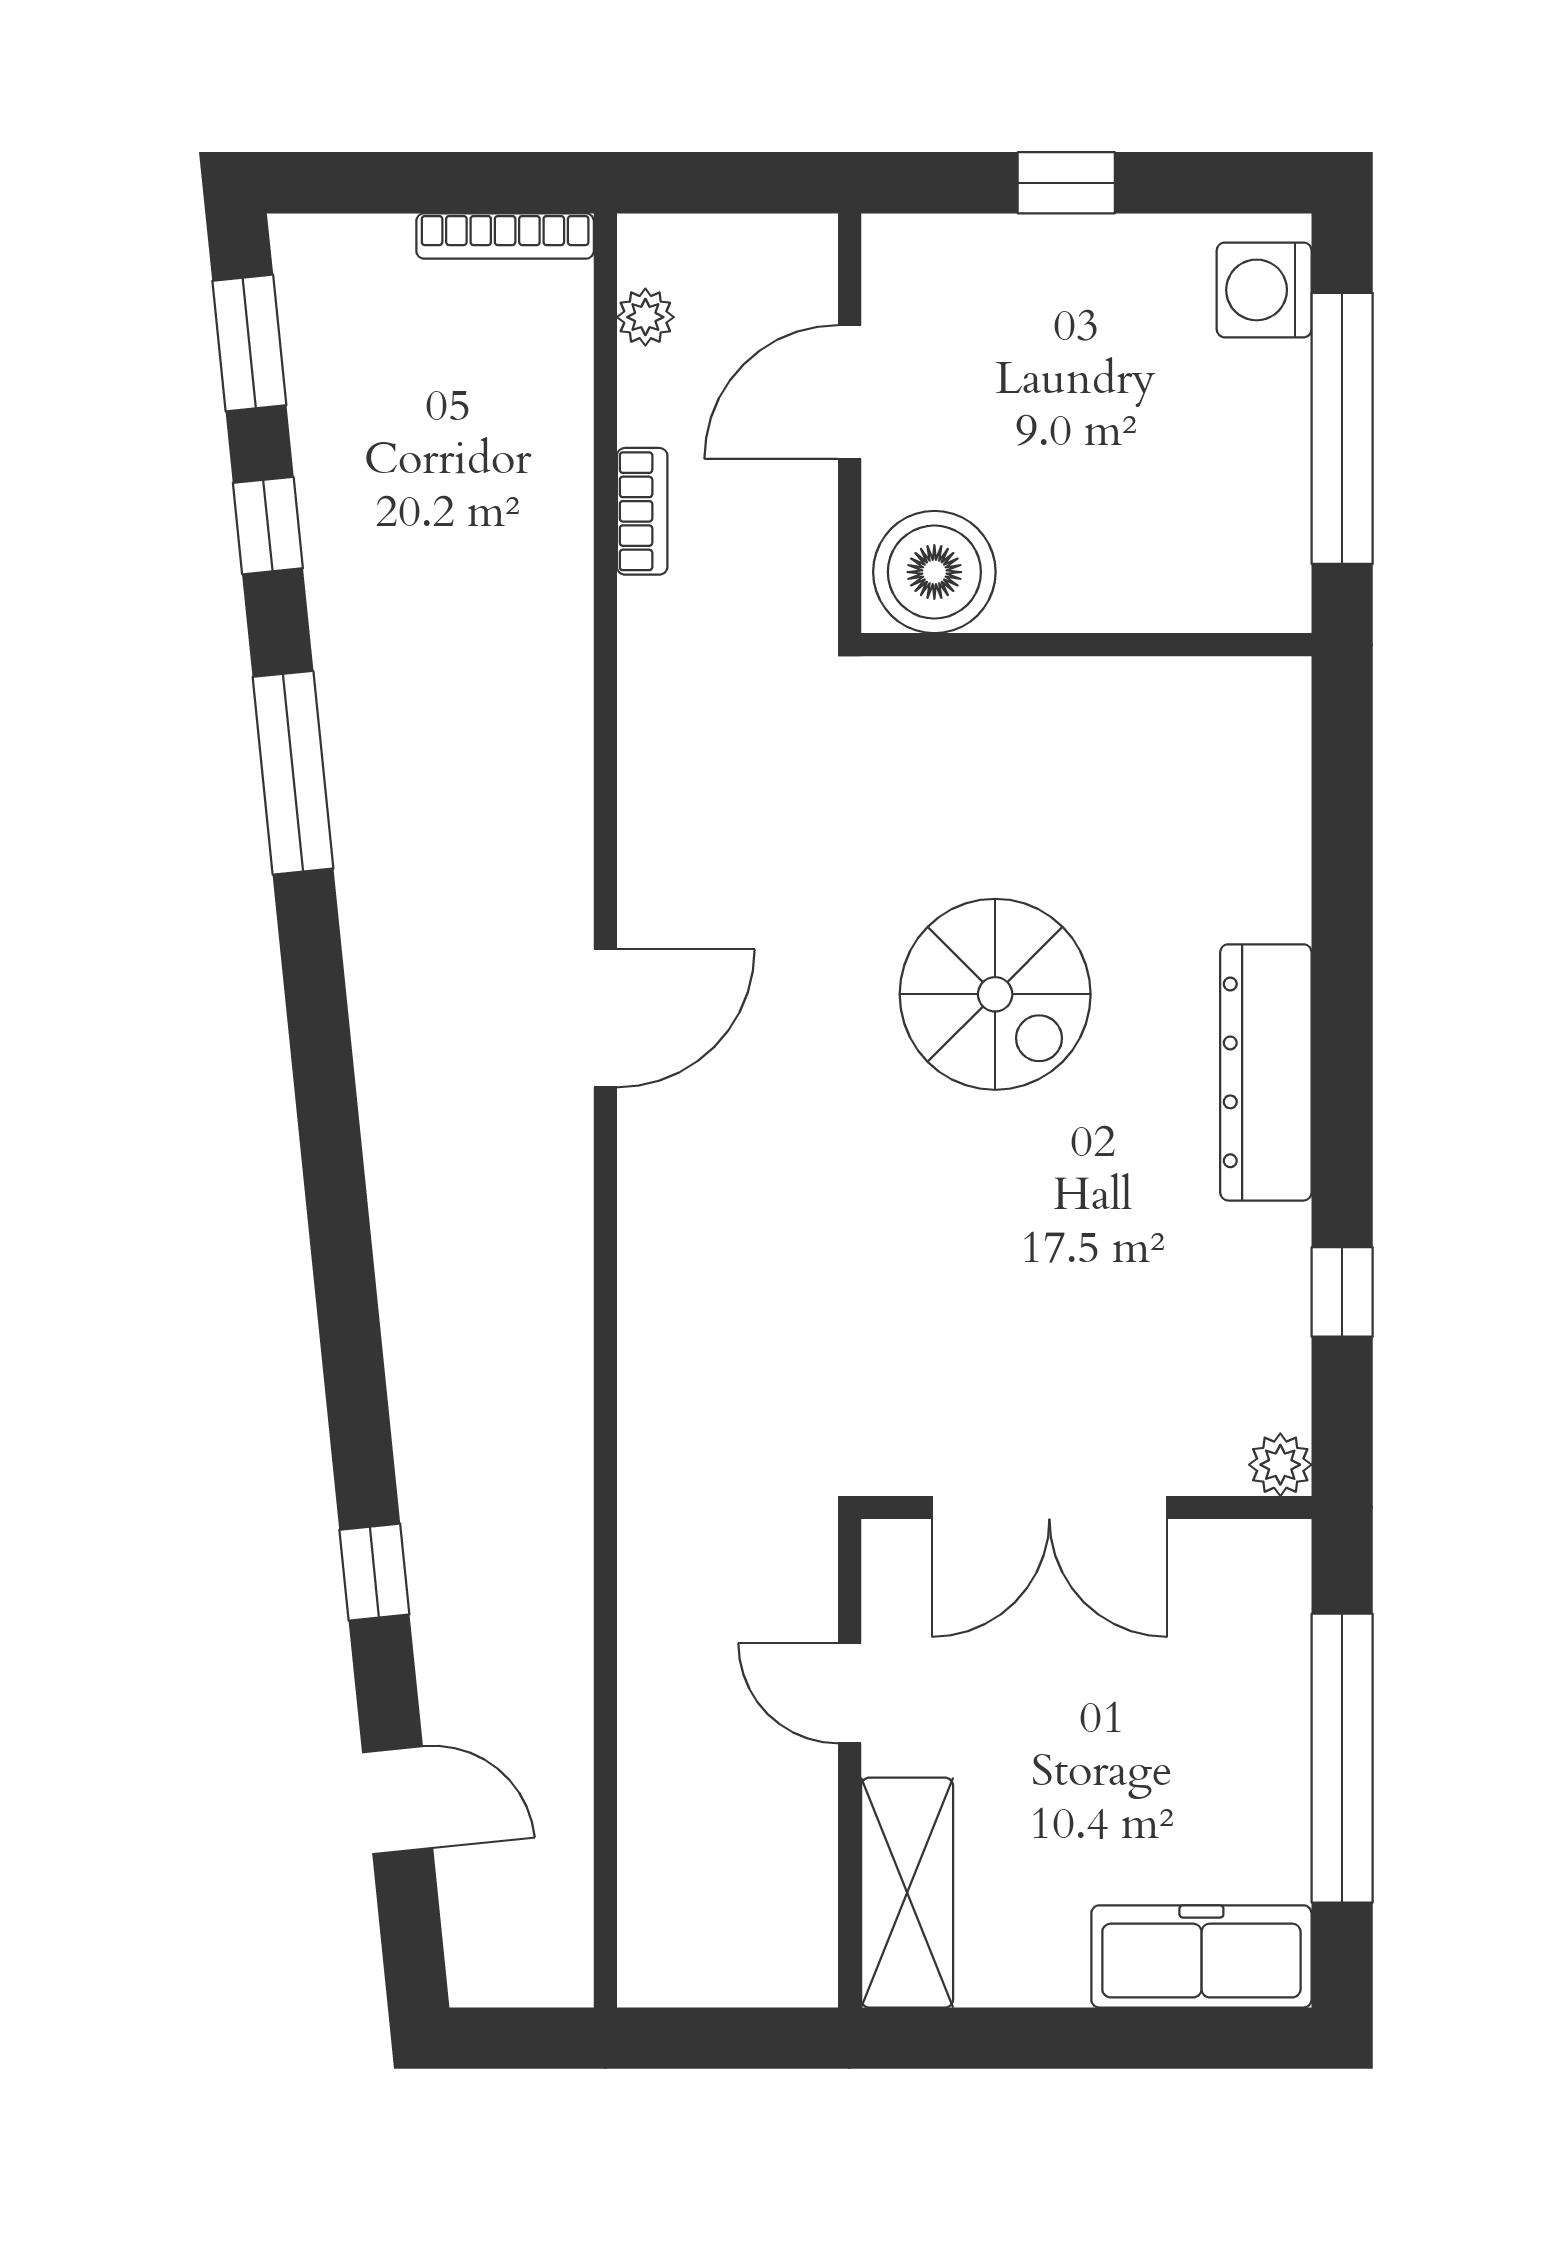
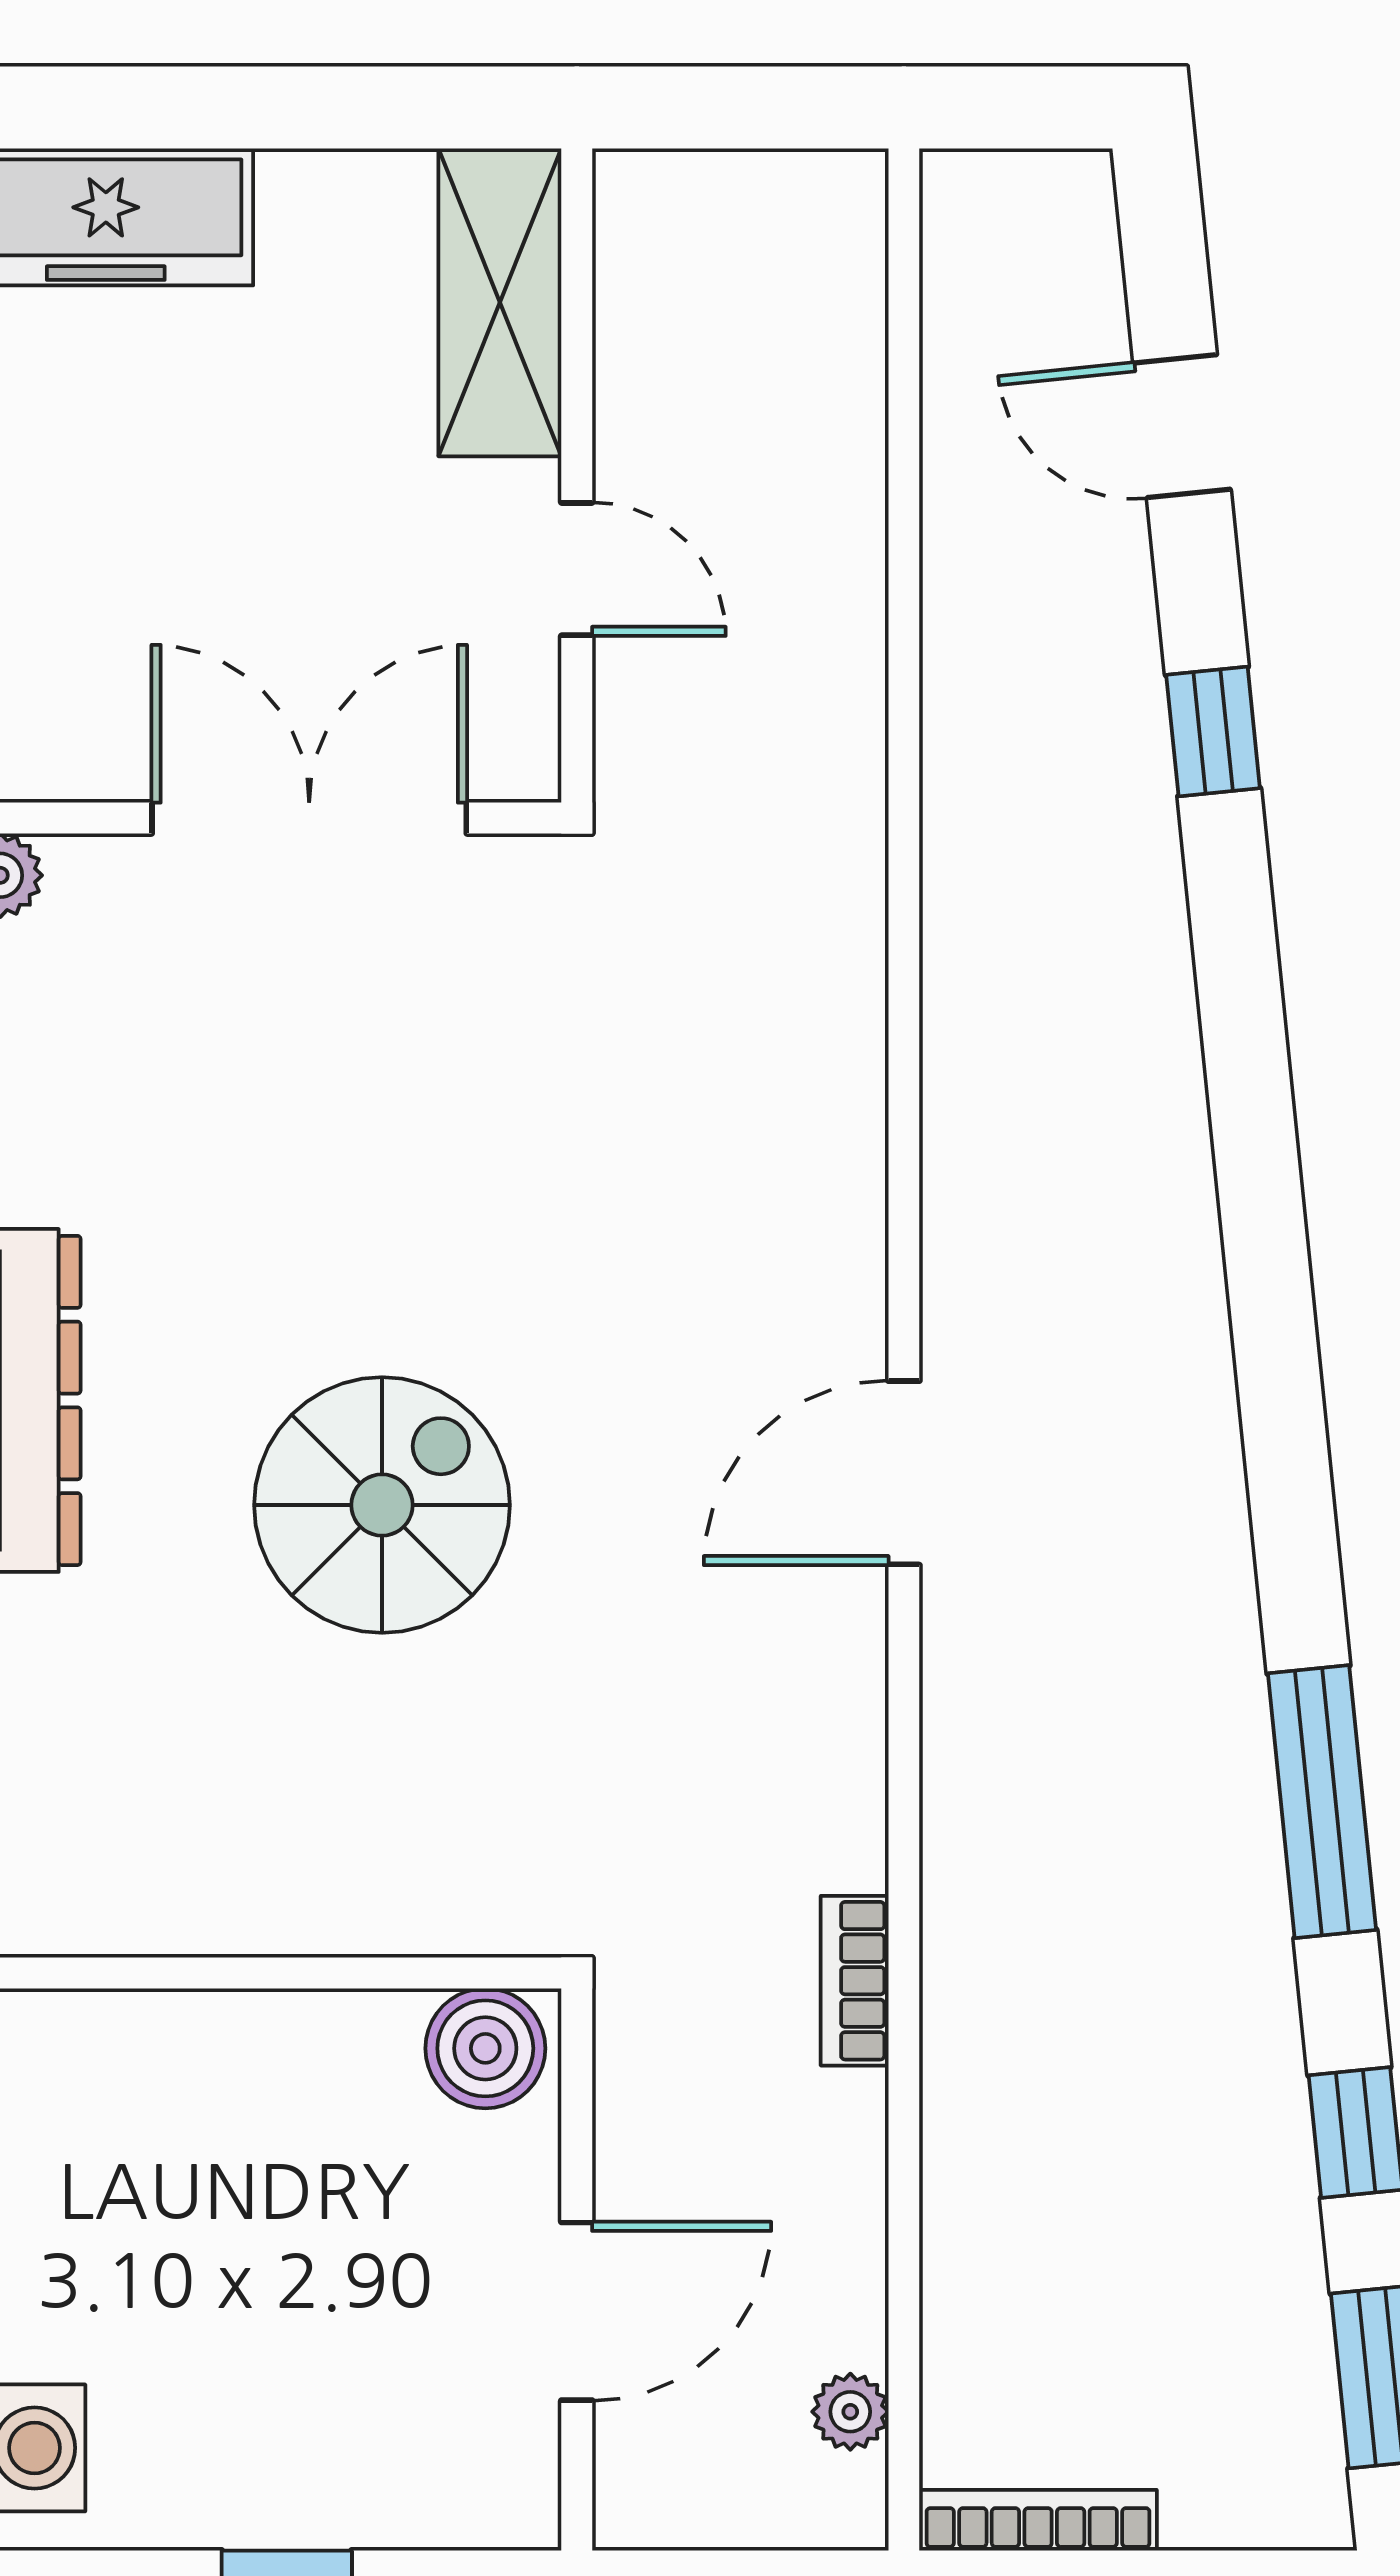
bookcase: (642, 511) -> (855, 1981), moved
boiler: (934, 572) -> (485, 2048), width x0.73, depth x0.73
spiral stairs: (995, 994) -> (382, 1505), turned 90

